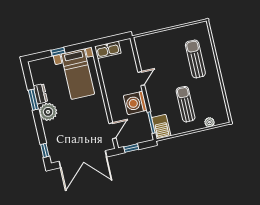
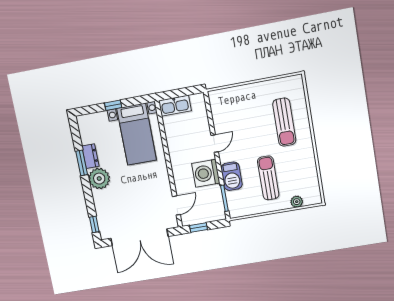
sun lounger: (195, 59) -> (284, 122), turned 180
barbecue: (161, 127) -> (232, 176), moved

